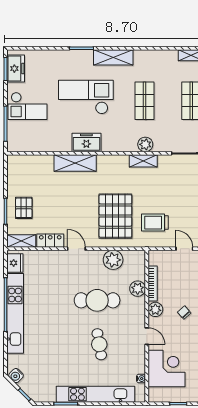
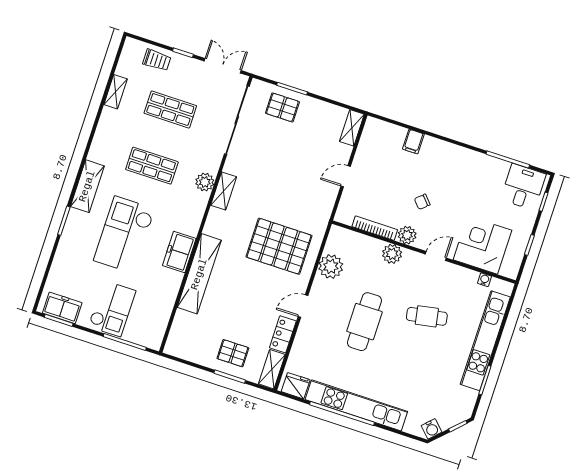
shelving: (75, 163) -> (199, 274), width x1.47
trolley: (155, 223) -> (302, 201), removed
plant: (138, 289) -> (392, 254), moved
cafe table: (97, 300) -> (364, 322), moved

